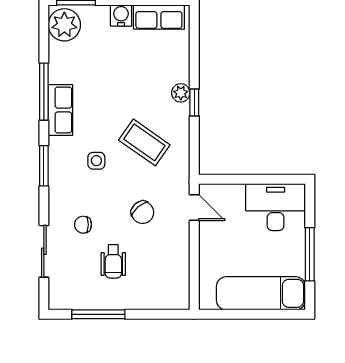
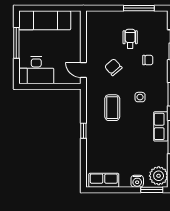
water cooler: (121, 15) -> (137, 181), moved
plant: (181, 93) -> (91, 136), removed
coffee table: (144, 142) -> (112, 108), turned 55

